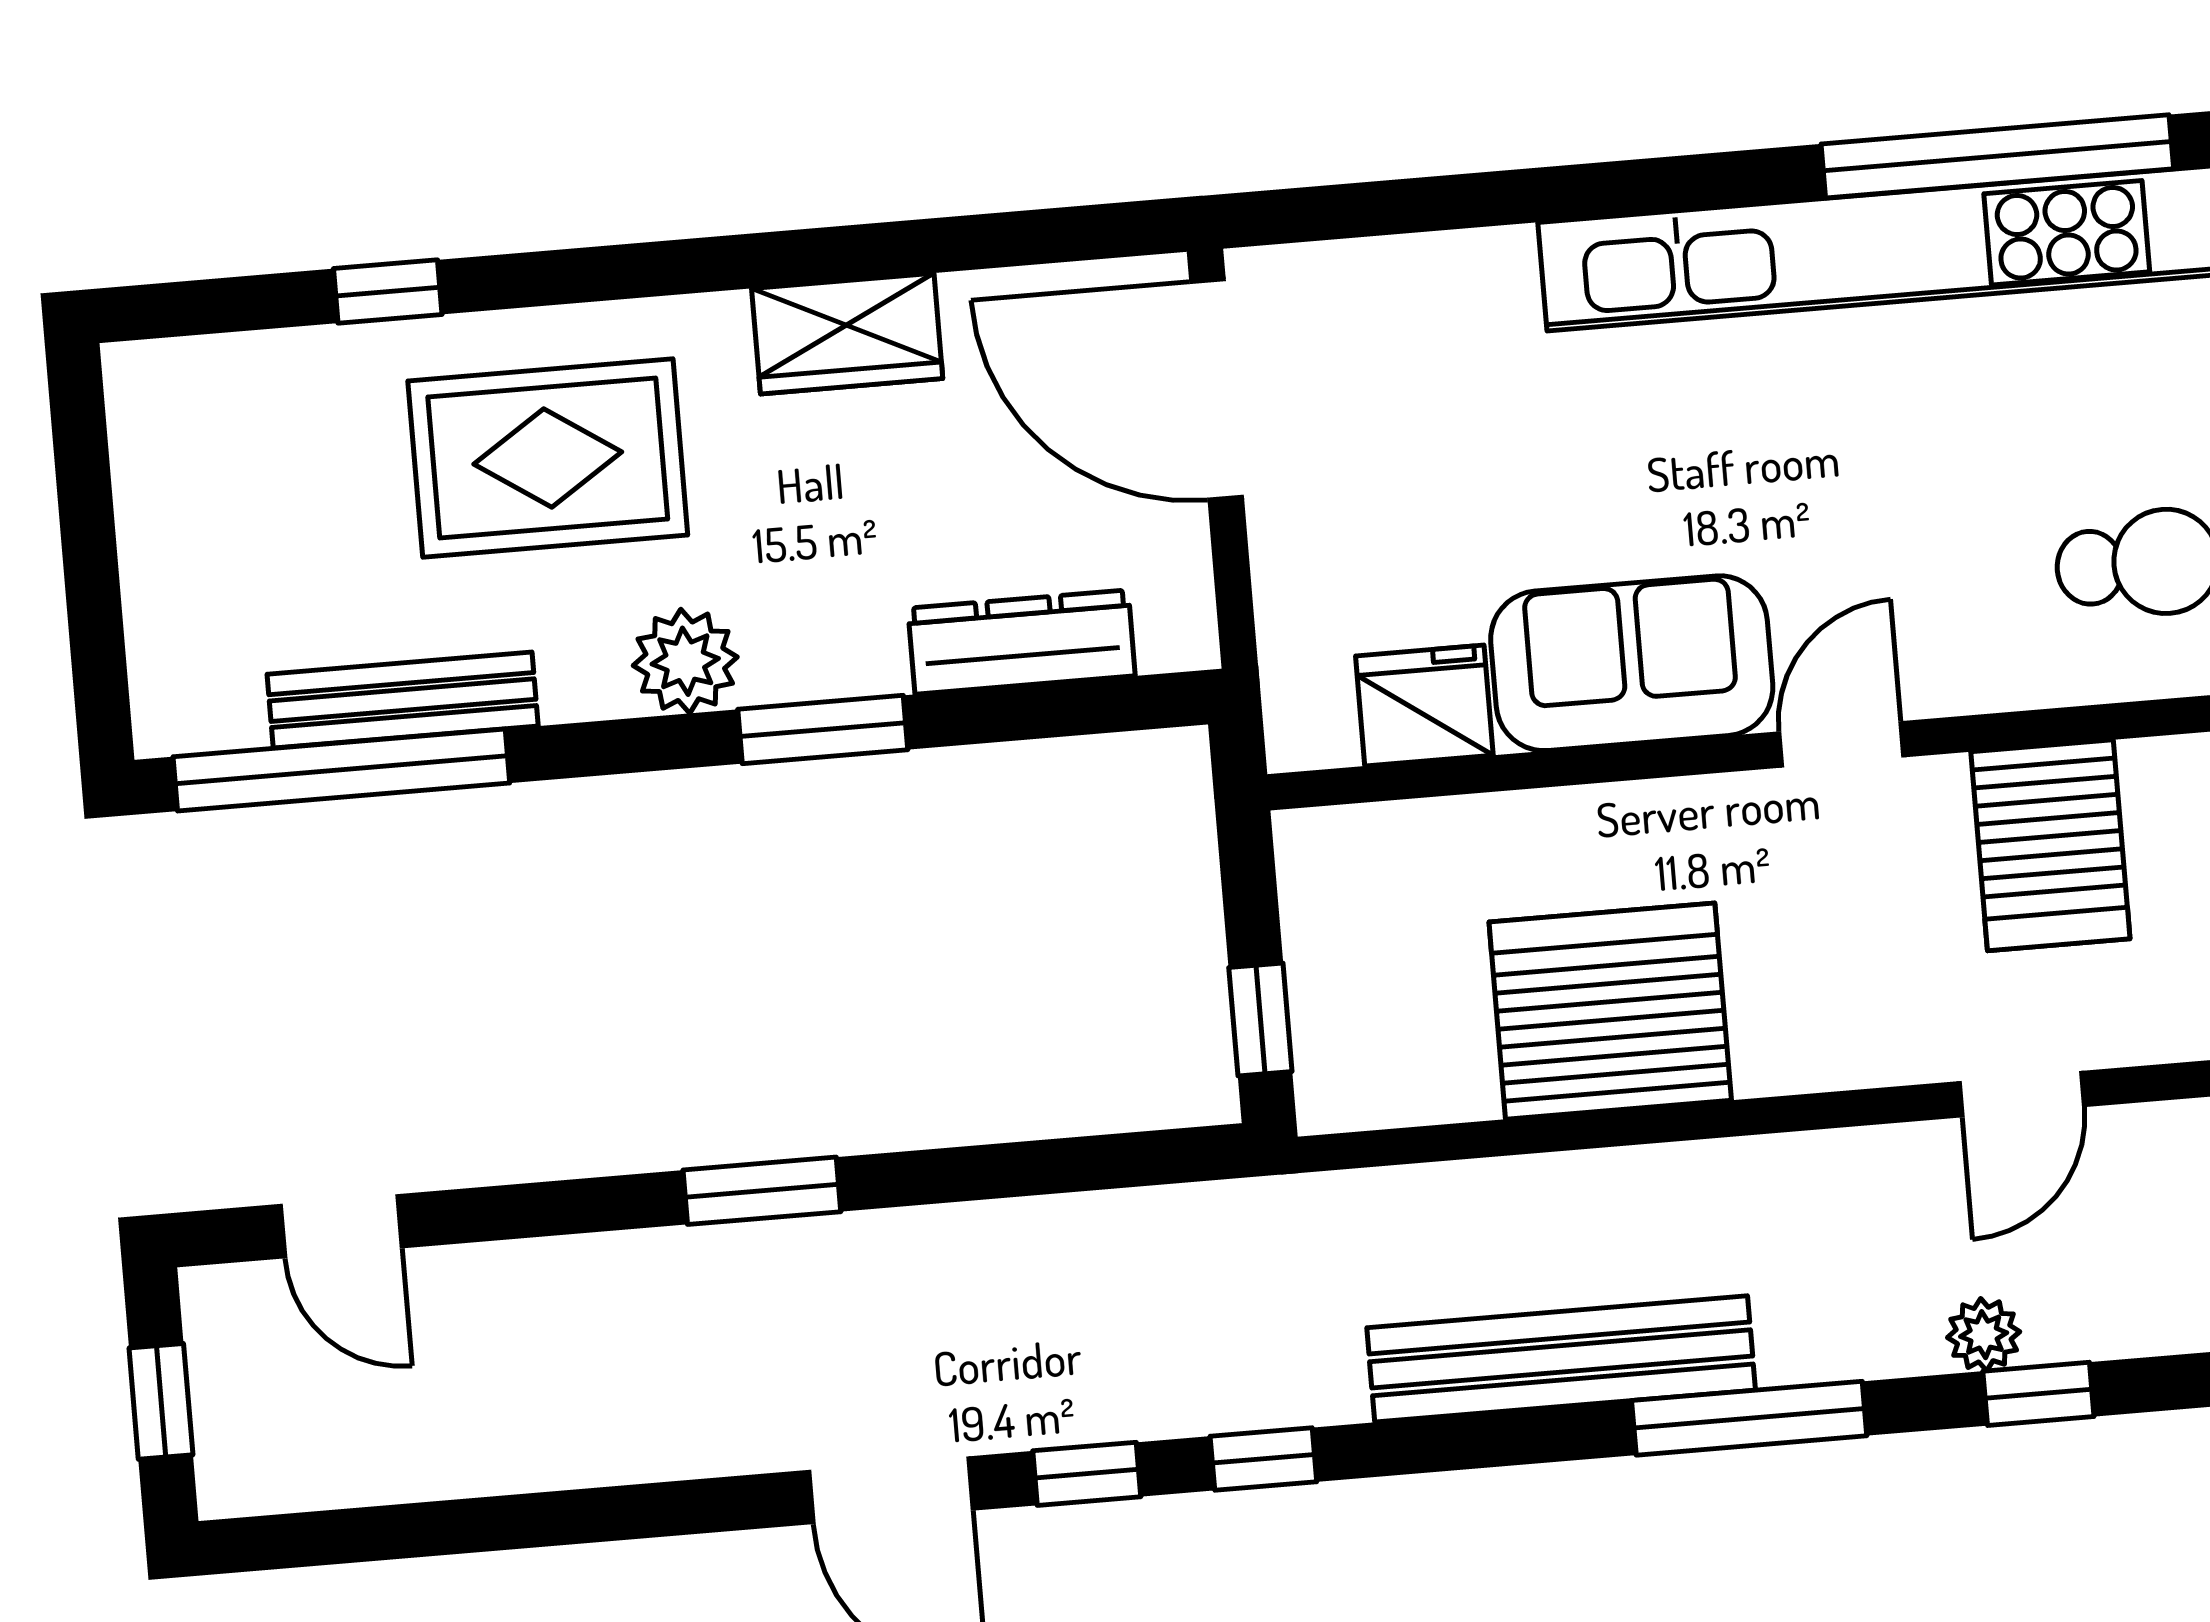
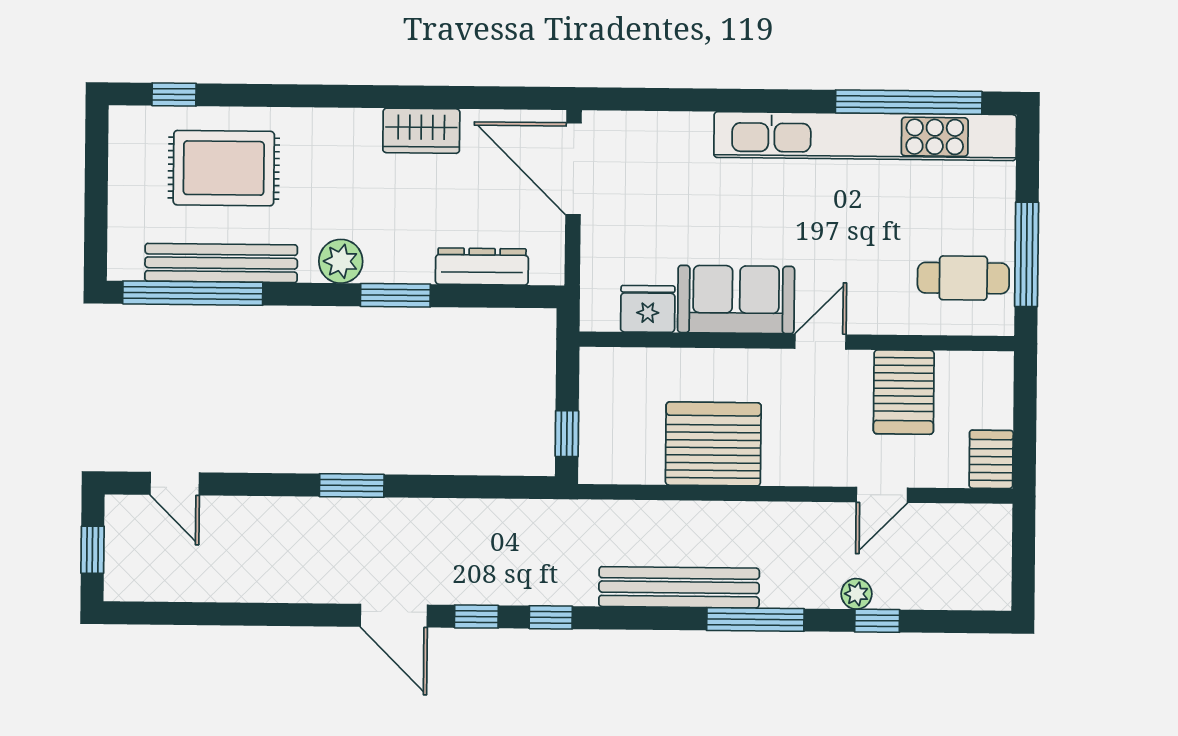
window: (388, 292) -> (174, 94), moved
rug: (548, 458) -> (224, 168), moved
bench: (403, 700) -> (221, 263), width x1.37, depth x1.21

